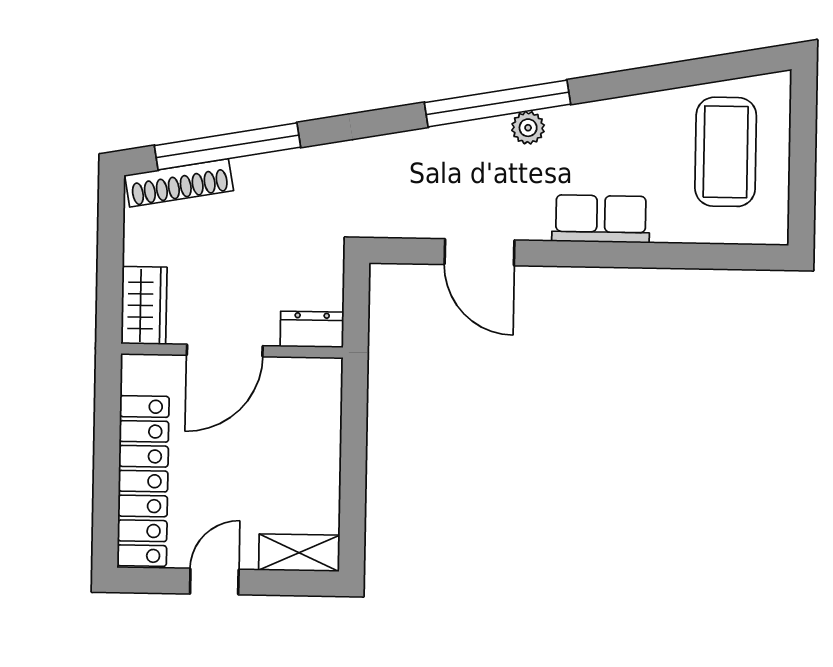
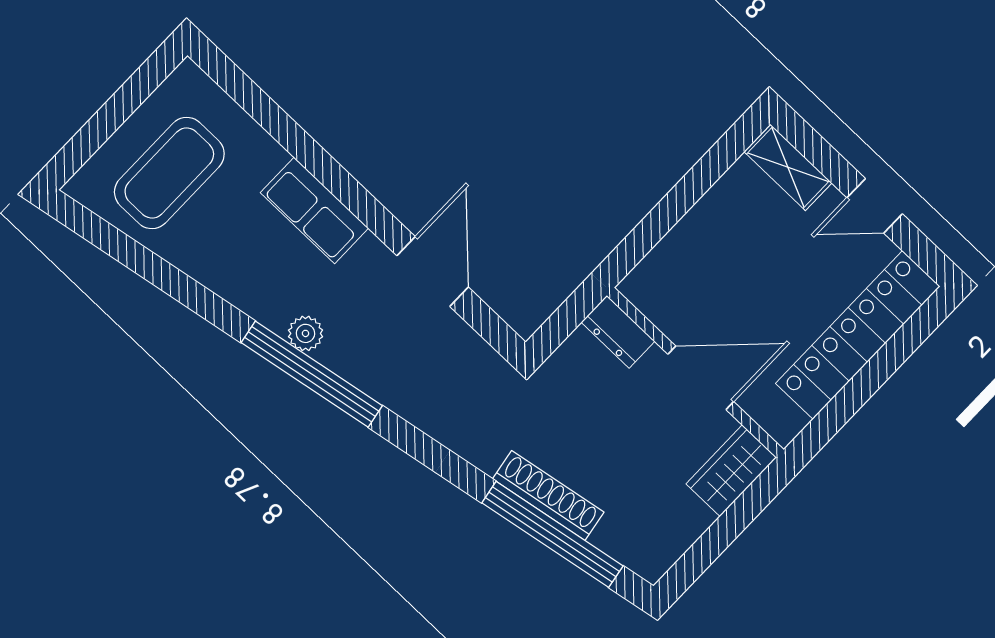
shoe rack: (179, 183) -> (548, 495), moved

